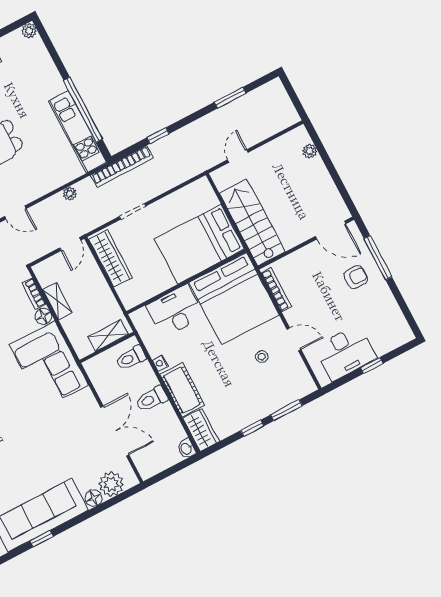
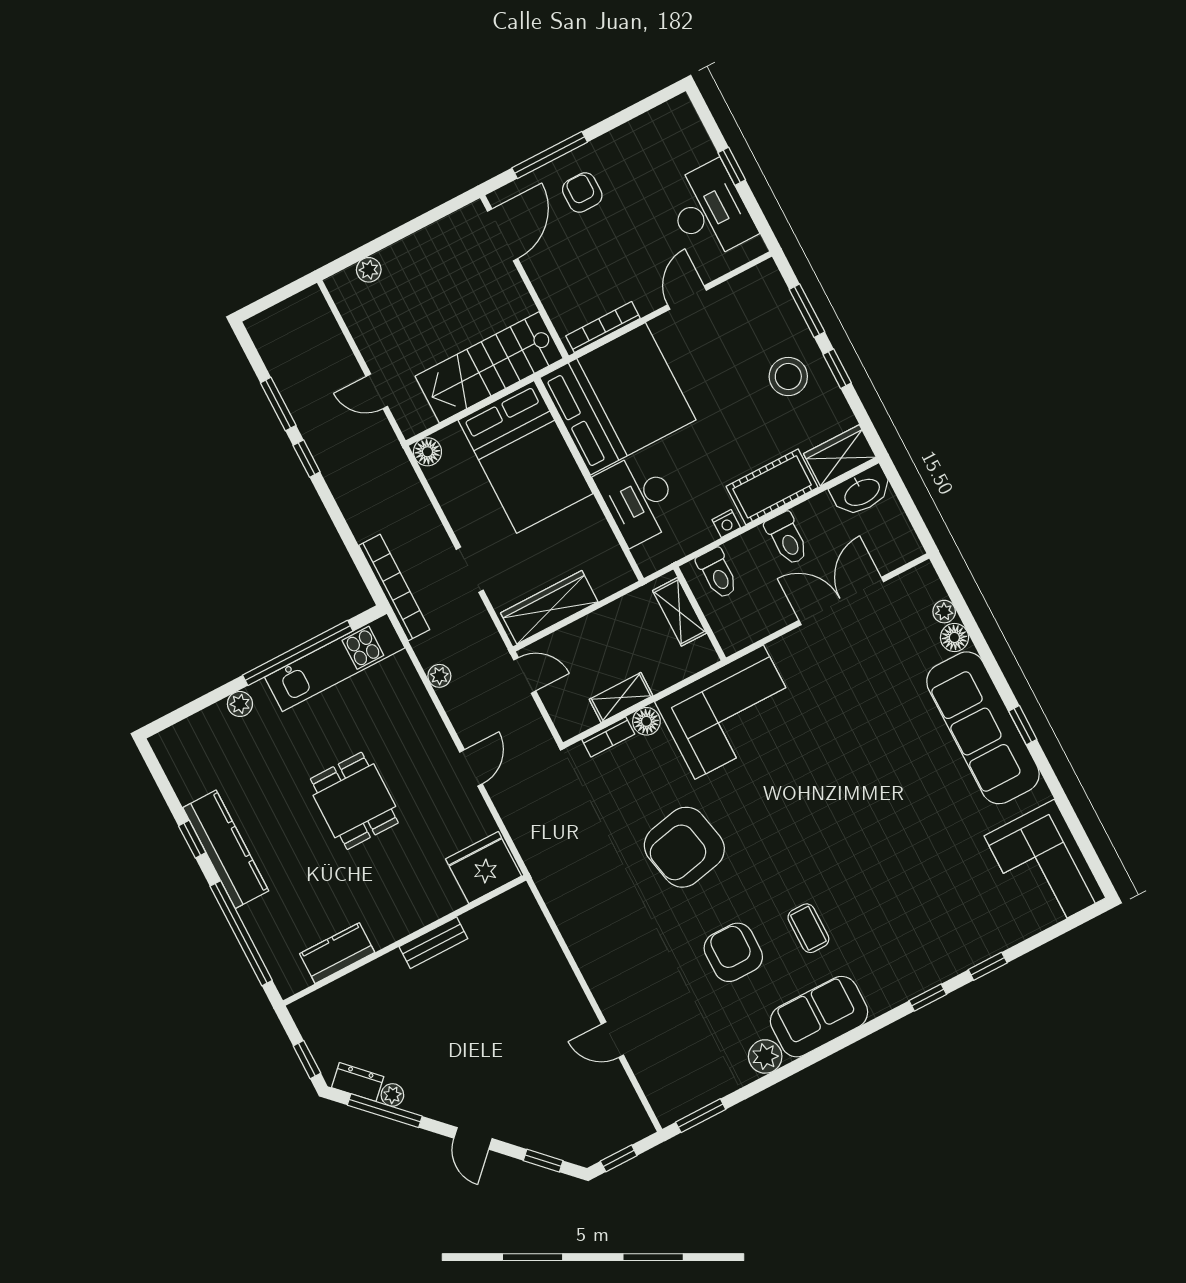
plant: (29, 31) -> (240, 704), moved
window: (158, 136) -> (307, 459), moved
floor lamp: (202, 186) -> (427, 452), added
stool: (262, 357) -> (788, 377), moved, width x1.89, depth x1.89
washbasin: (186, 449) -> (862, 491), width x1.91, depth x1.45
plant: (111, 484) -> (944, 612), width x0.53, depth x0.53

